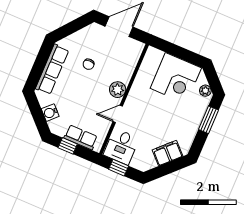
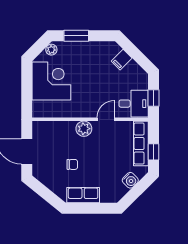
row of seats: (52, 69) -> (83, 195), width x0.68
door: (118, 114) -> (106, 119), swing flipped
row of seats: (81, 137) -> (141, 144), width x1.48
filing cabinet: (168, 153) -> (122, 60), width x0.50

